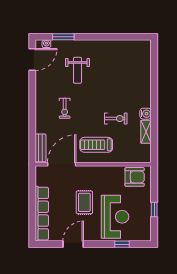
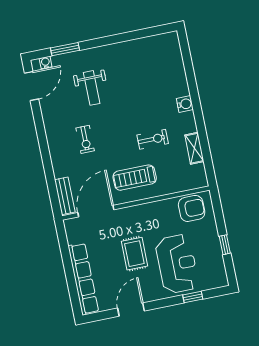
water cooler: (146, 114) -> (185, 104), moved

